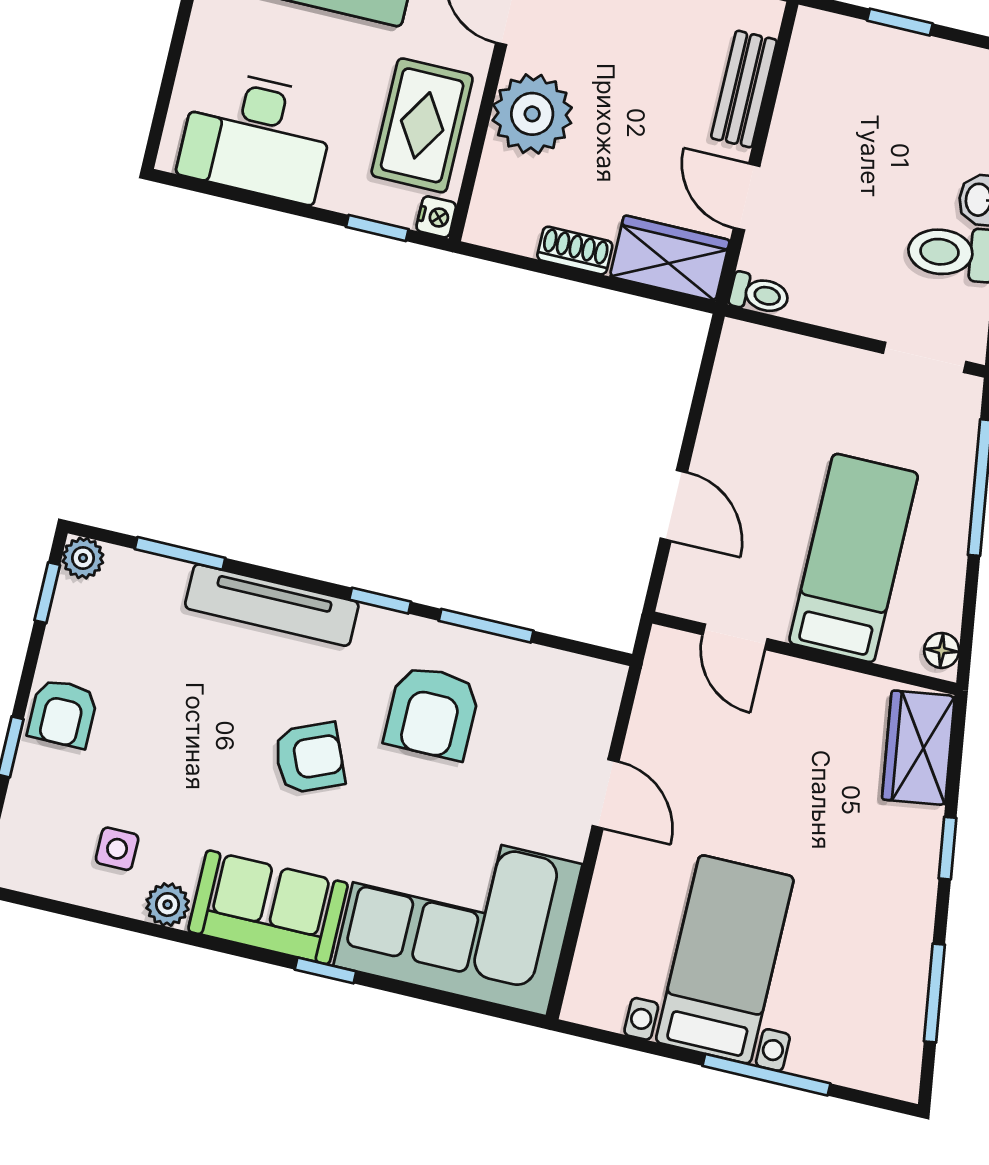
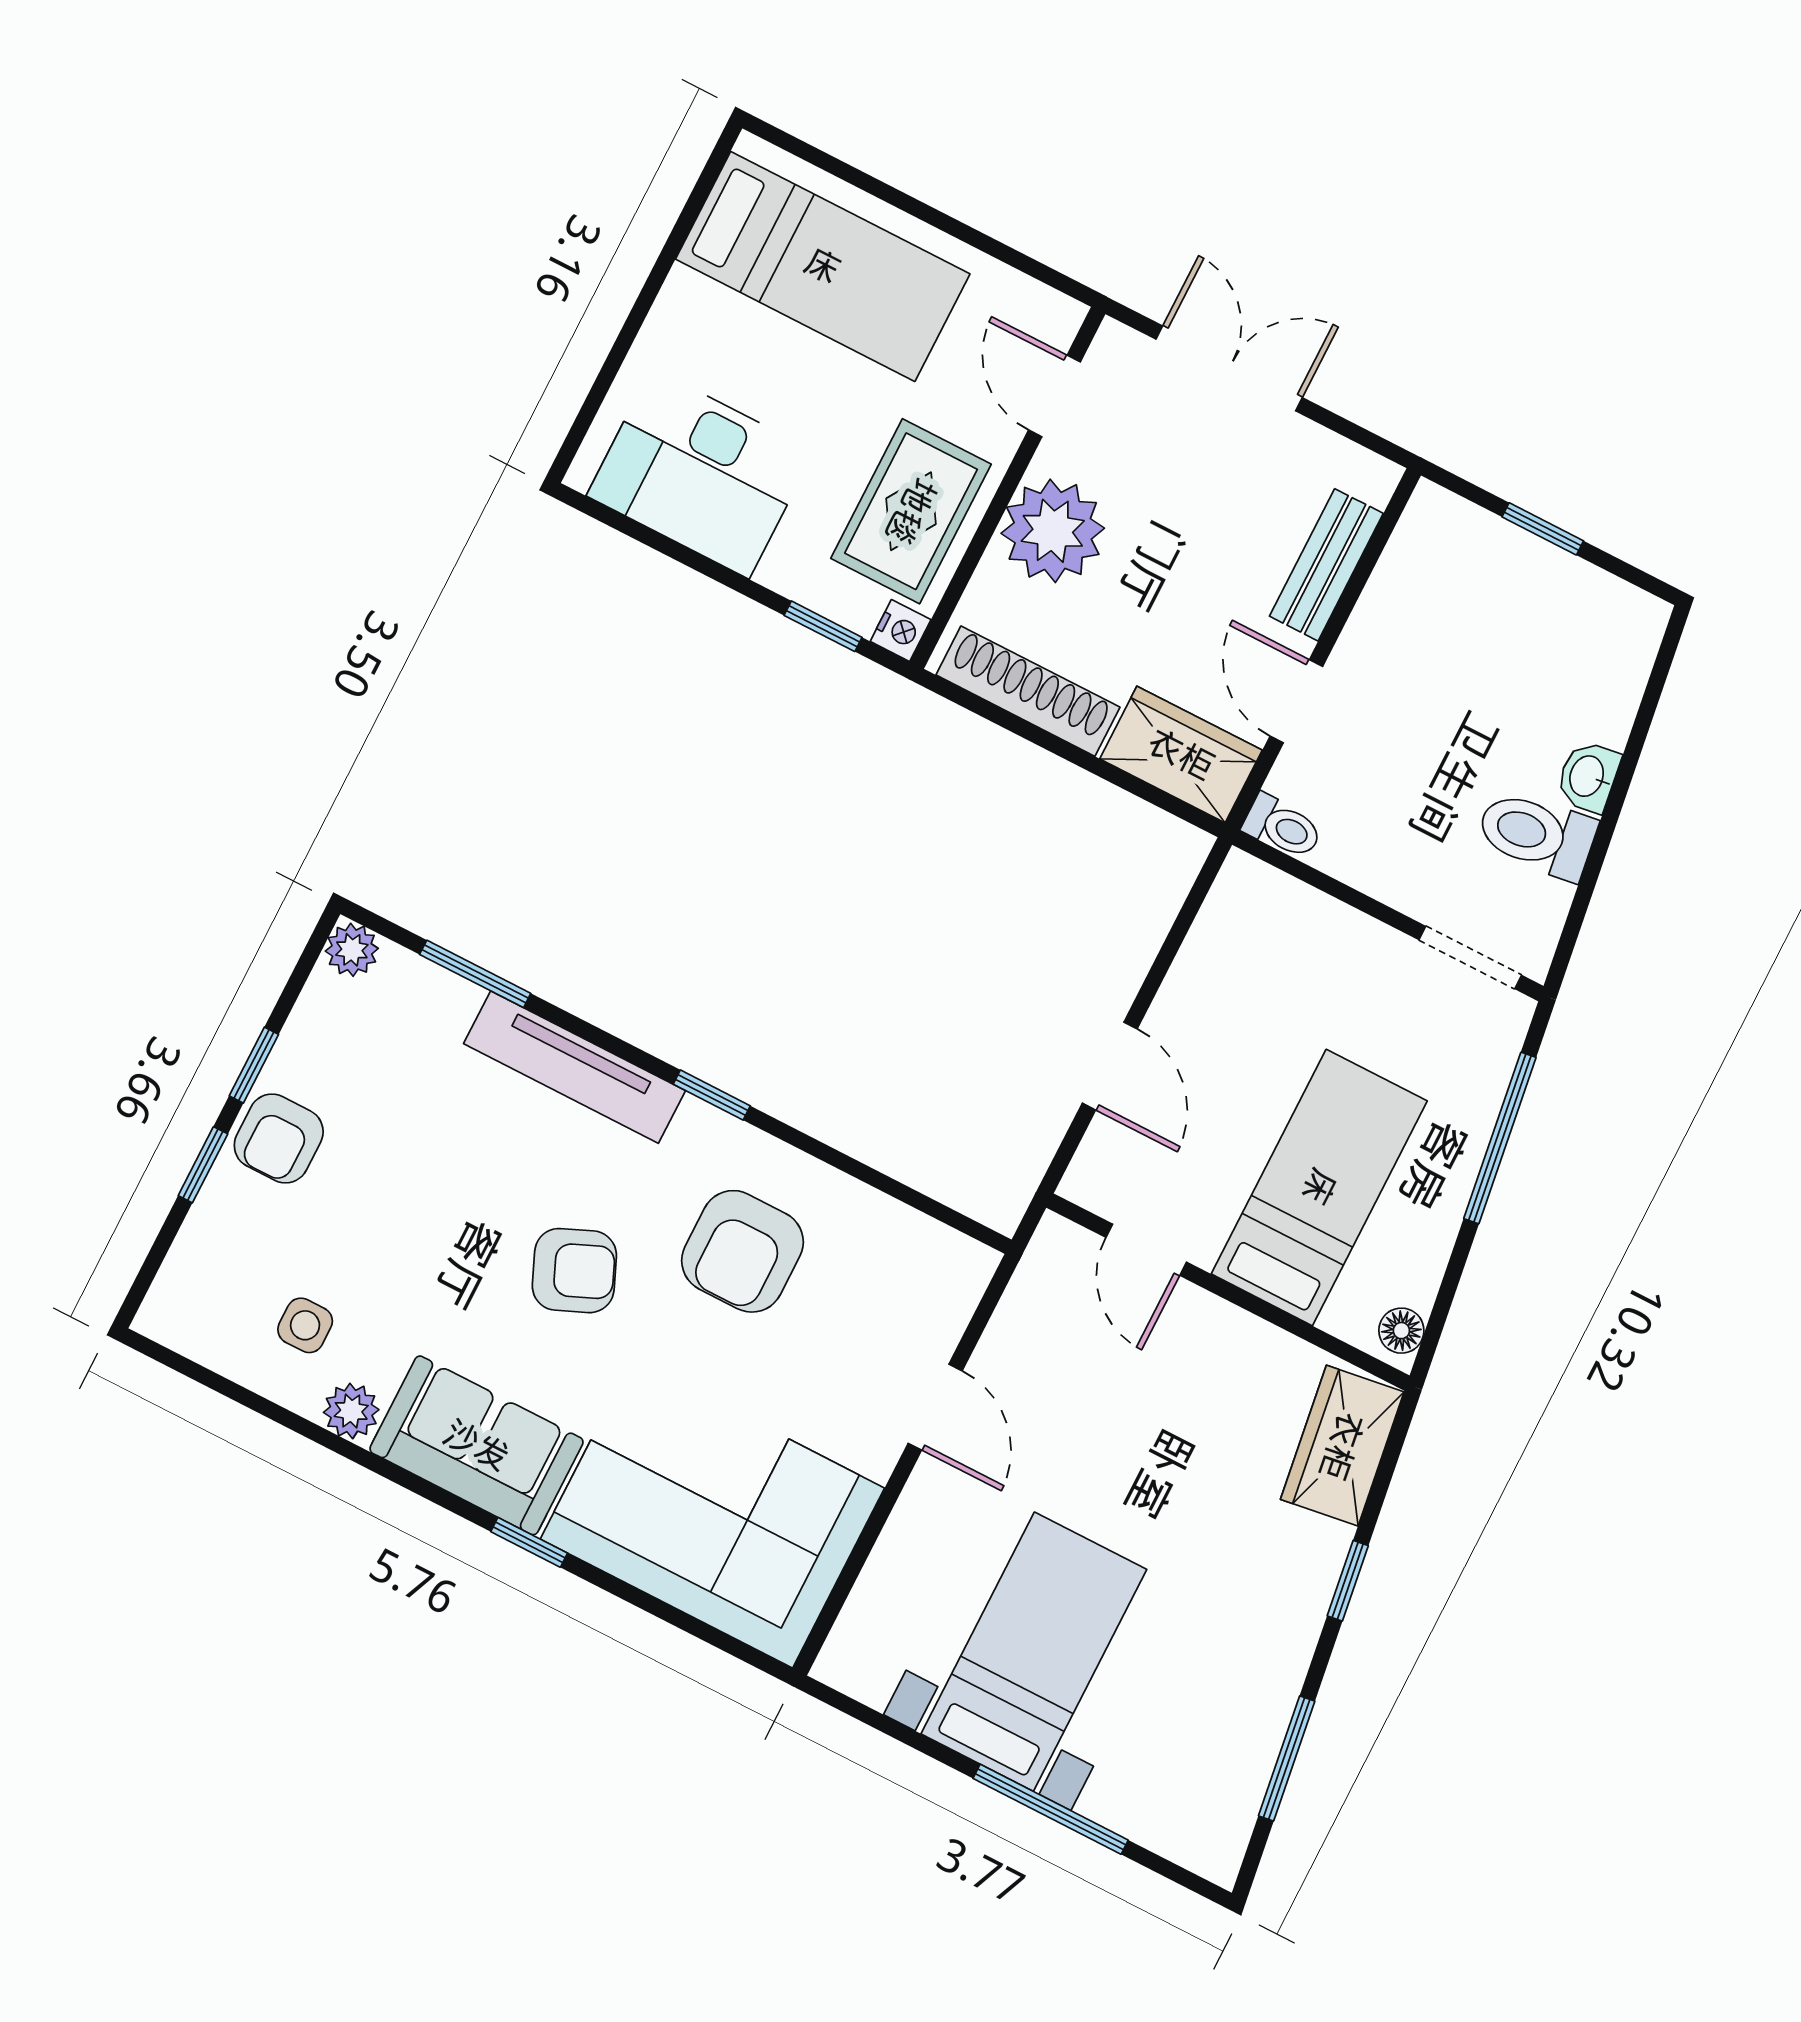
shoe rack: (575, 251) -> (1028, 691), width x1.94, depth x1.24
window: (47, 593) -> (254, 1065), moved
window: (486, 626) -> (837, 1159), removed

